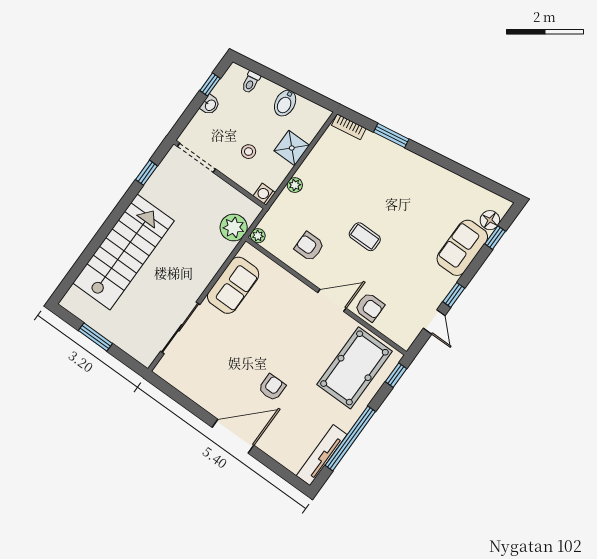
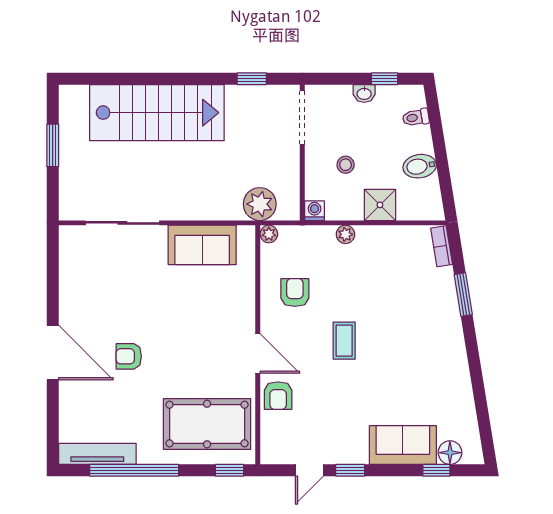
armchair: (272, 387) -> (129, 356), turned 180

